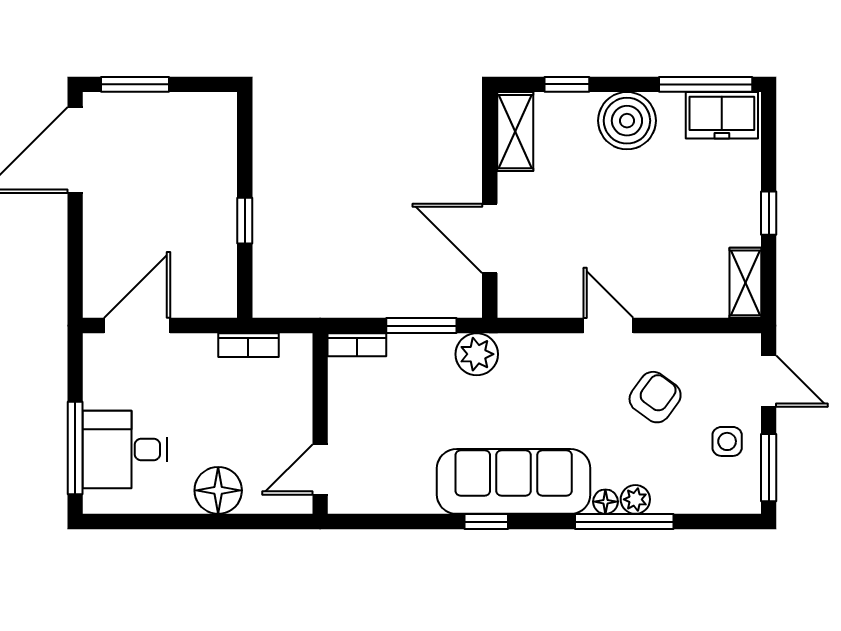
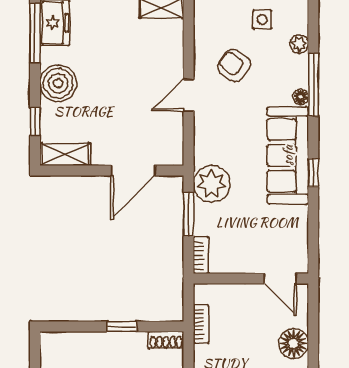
shoe rack: (224, 290) -> (166, 340), added
plant: (477, 354) -> (212, 184), width x1.36, depth x1.36
plant: (635, 499) -> (299, 44), moved

